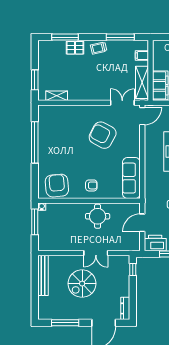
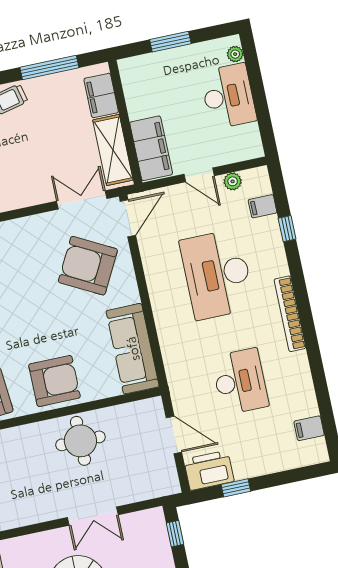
filing cabinet: (142, 56) -> (101, 96), width x2.00
armchair: (103, 135) -> (88, 266), moved
armchair: (91, 185) -> (54, 381), width x1.88, depth x1.88
door: (142, 223) -> (174, 435), swing flipped

